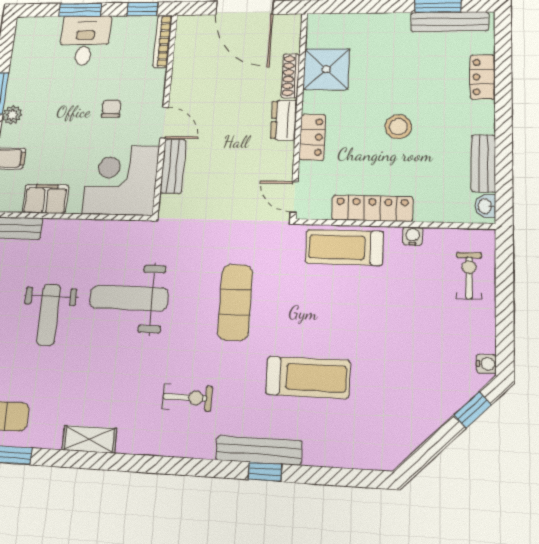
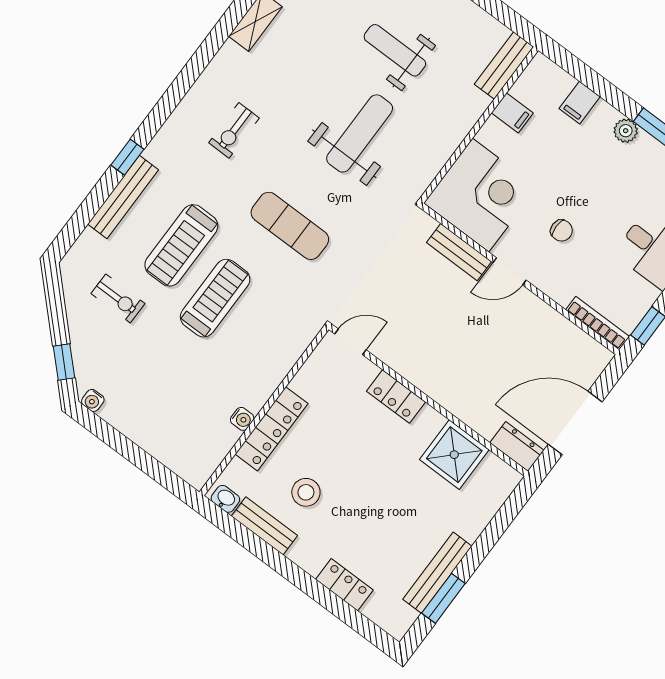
bench: (449, 22) -> (437, 573), moved
shoe rack: (290, 76) -> (472, 418), removed
dresser: (284, 120) -> (517, 447), moved
stool: (398, 127) -> (306, 492), moved
filing cabinet: (46, 199) -> (512, 113), width x0.50
locker: (372, 208) -> (272, 429), moved
treadmill: (344, 247) -> (215, 298), moved
exercise bike: (469, 276) -> (118, 299), moved
bench: (259, 450) -> (123, 197), moved

